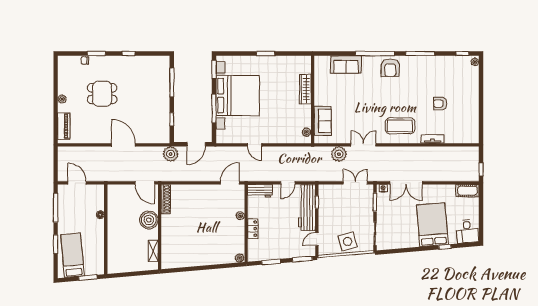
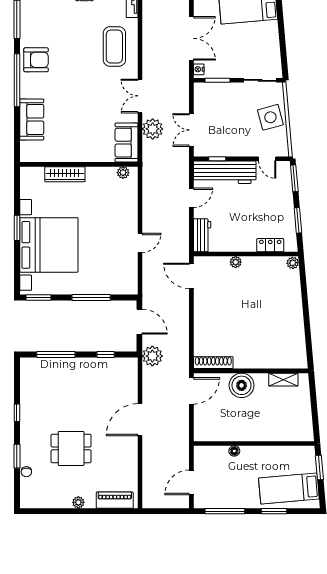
dining table: (102, 94) -> (71, 448), turned 90
bed with nightstands: (238, 96) -> (49, 245), moved, turned 90
sofa: (323, 121) -> (127, 143), moved, turned -90
door: (288, 183) -> (191, 198), hinge flipped
double door: (355, 183) -> (191, 130), moved
locker: (253, 229) -> (270, 245), moved

